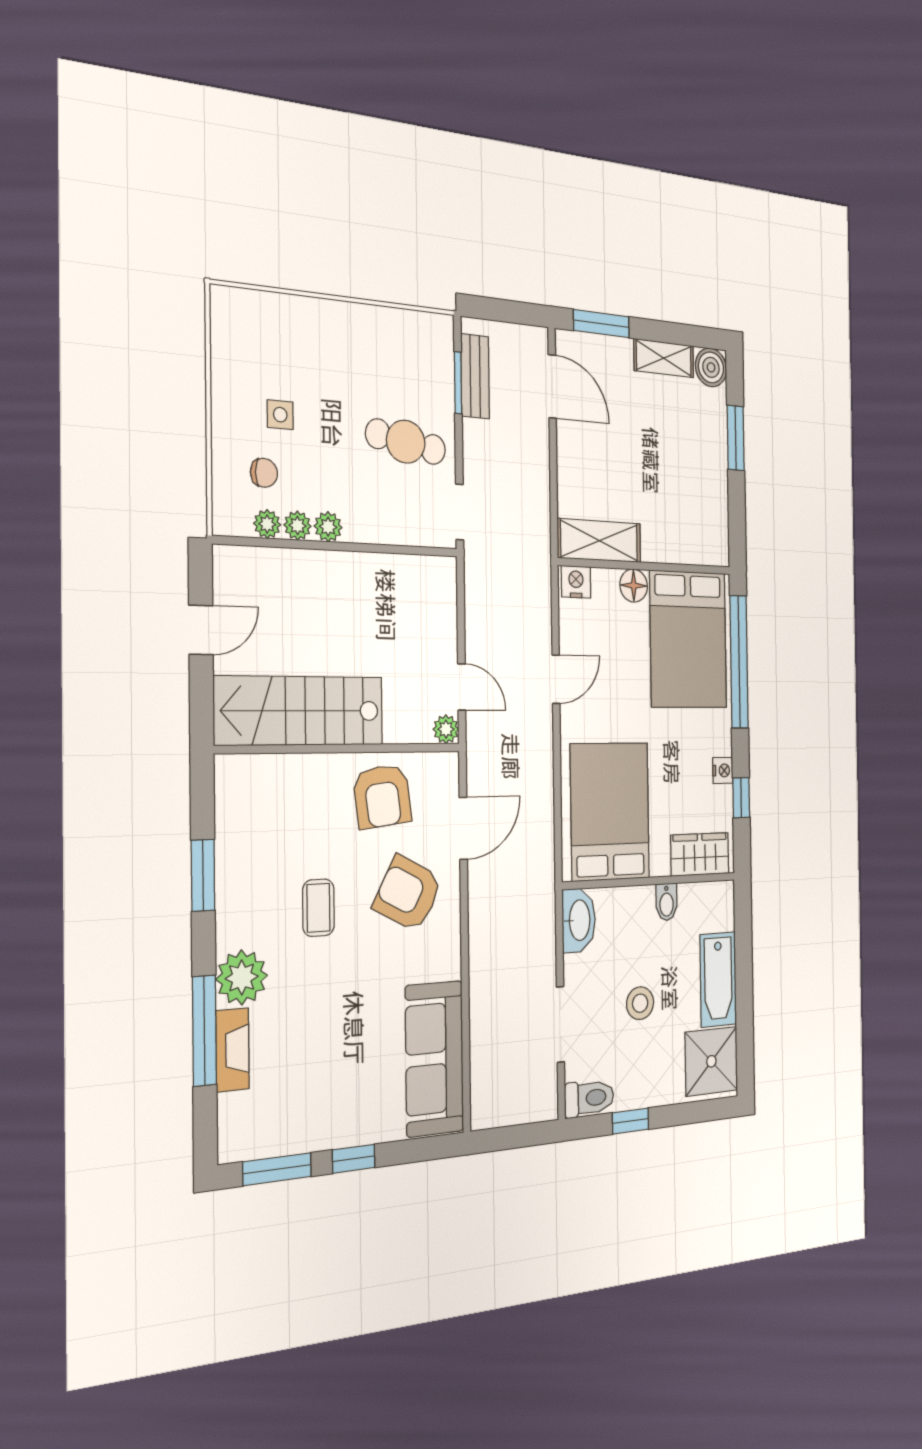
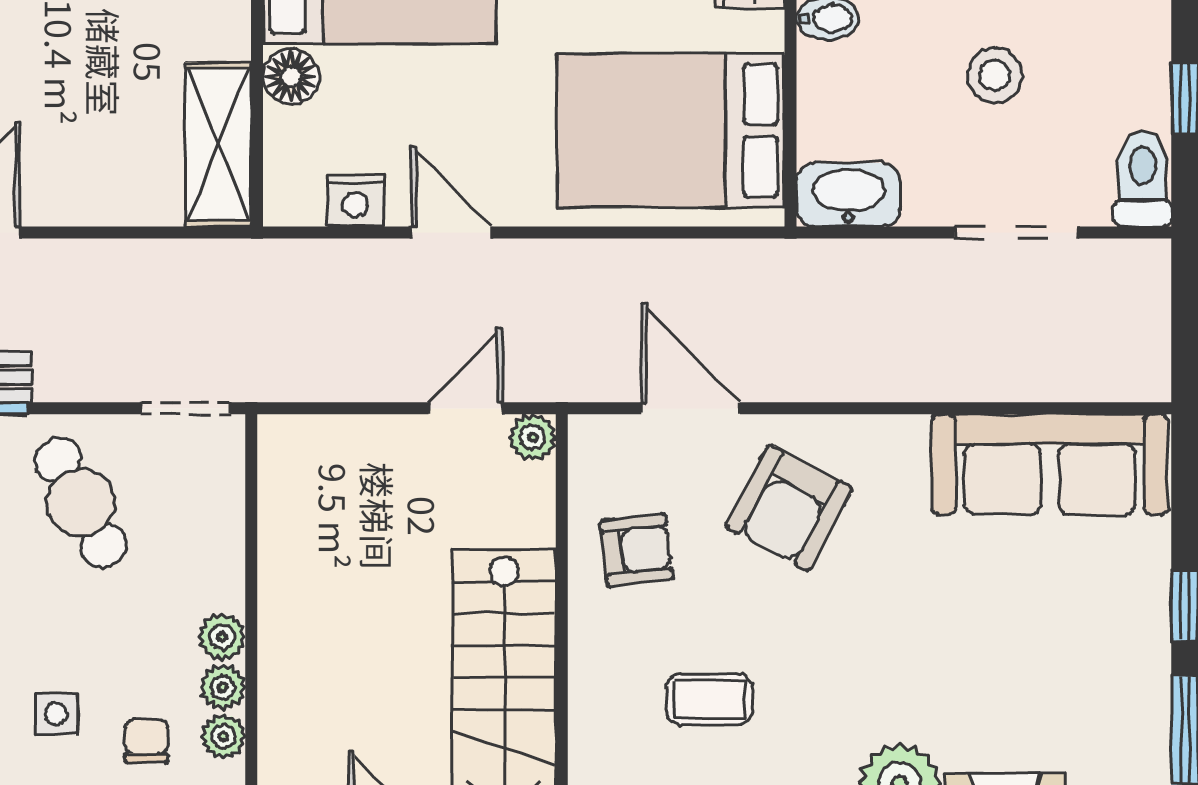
cafe table: (406, 442) -> (81, 503), turned -38
nightstand: (576, 582) -> (355, 200), moved, turned -90
armchair: (382, 796) -> (636, 550), width x0.72, depth x0.72
coffee table: (318, 908) -> (710, 699), moved

